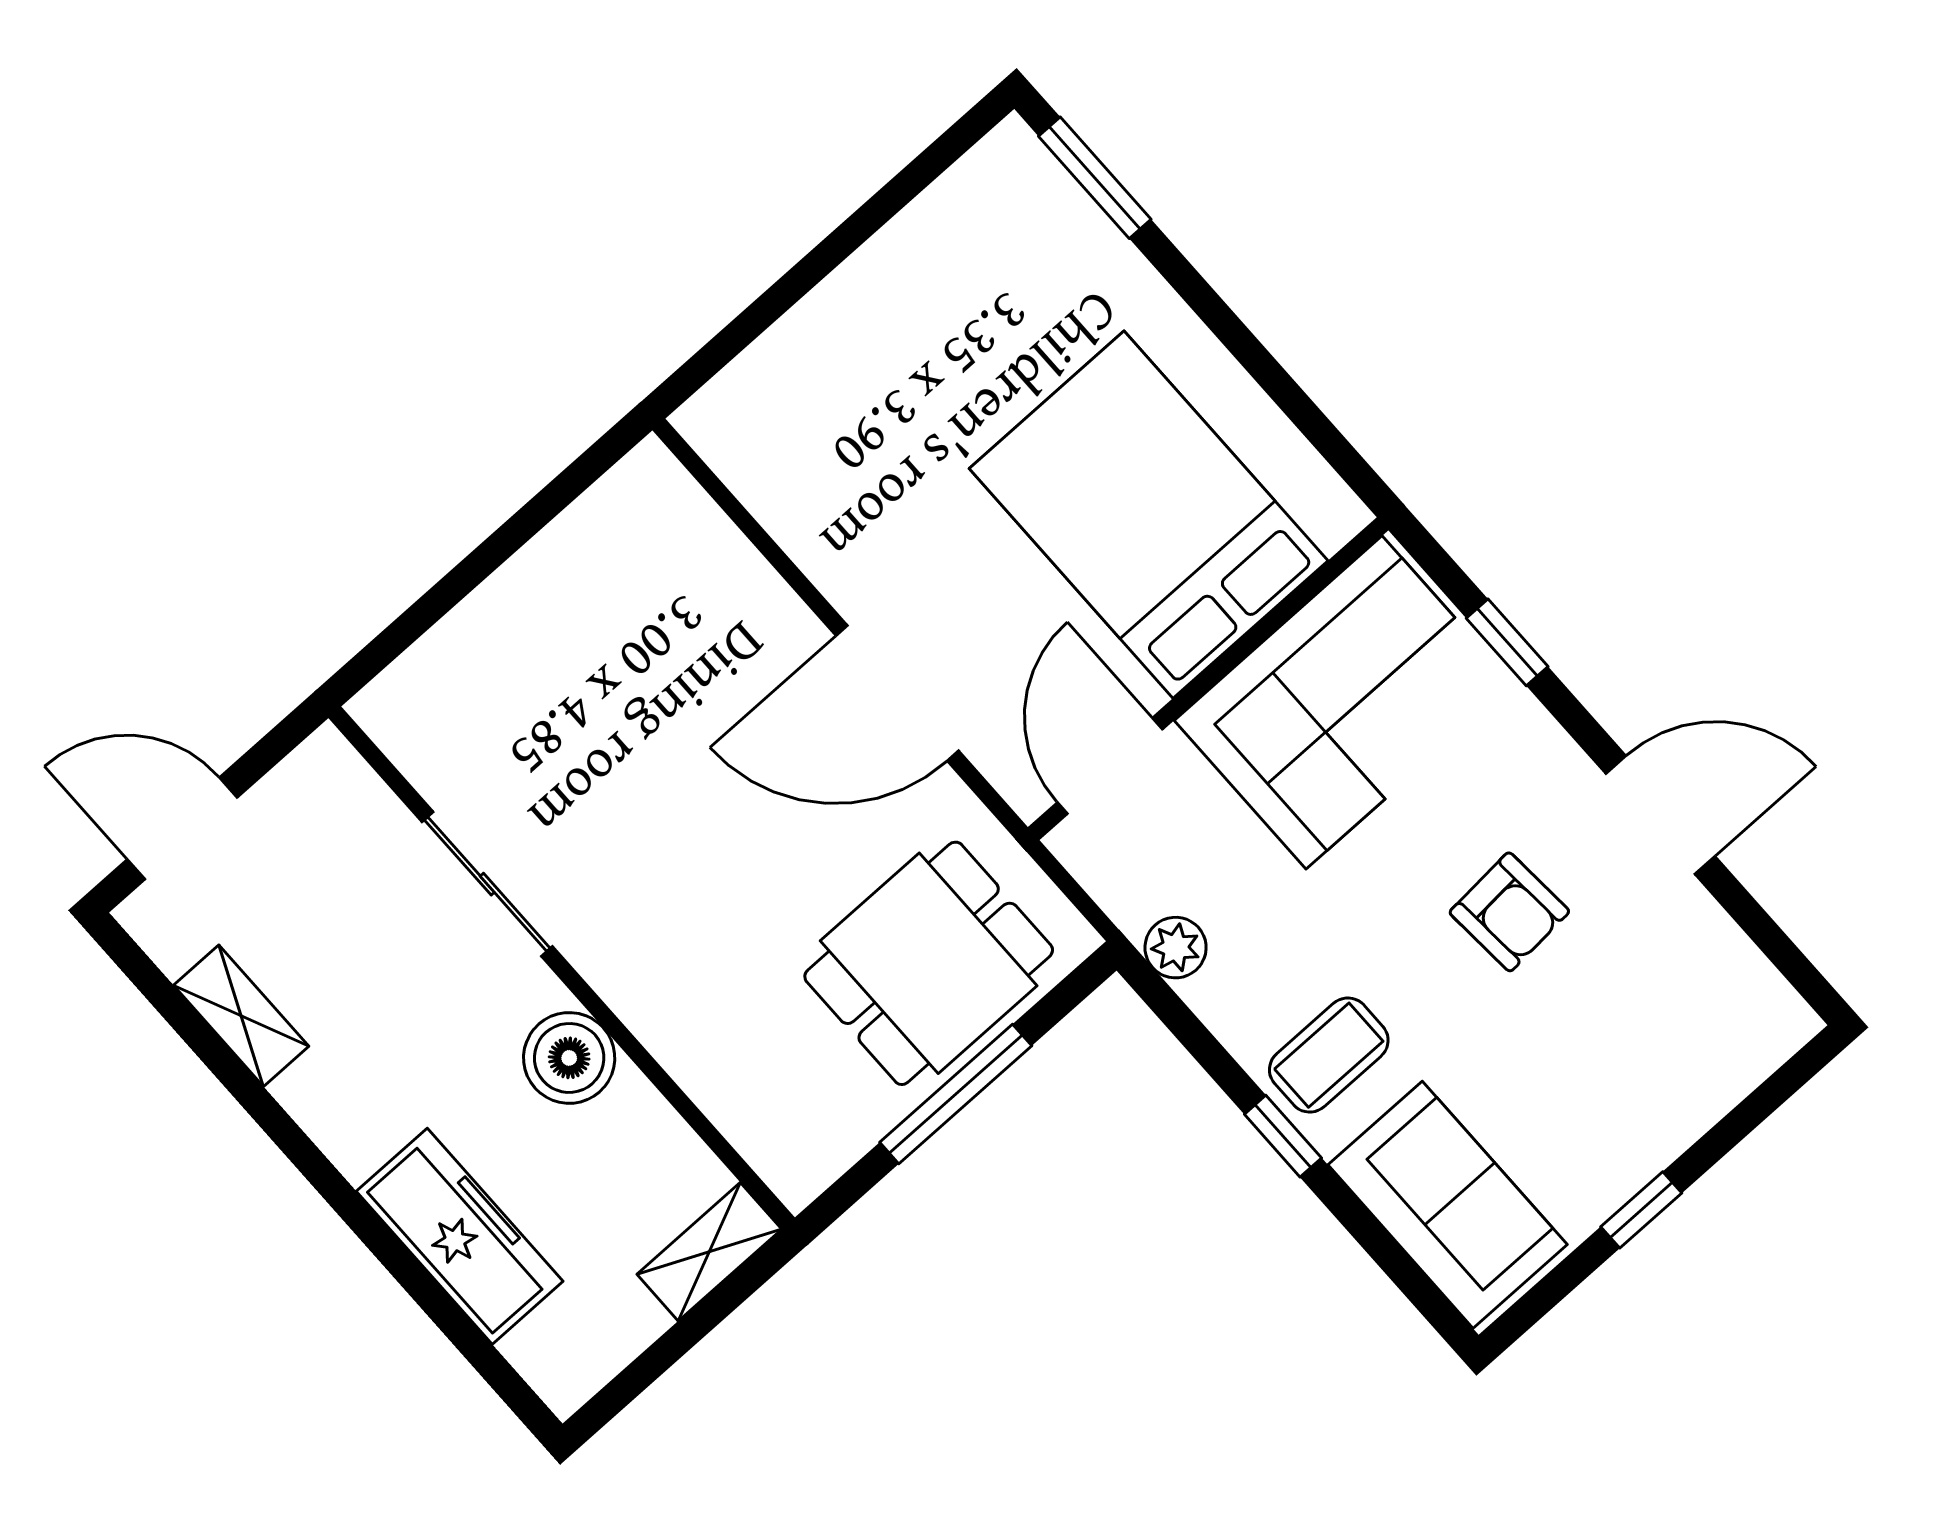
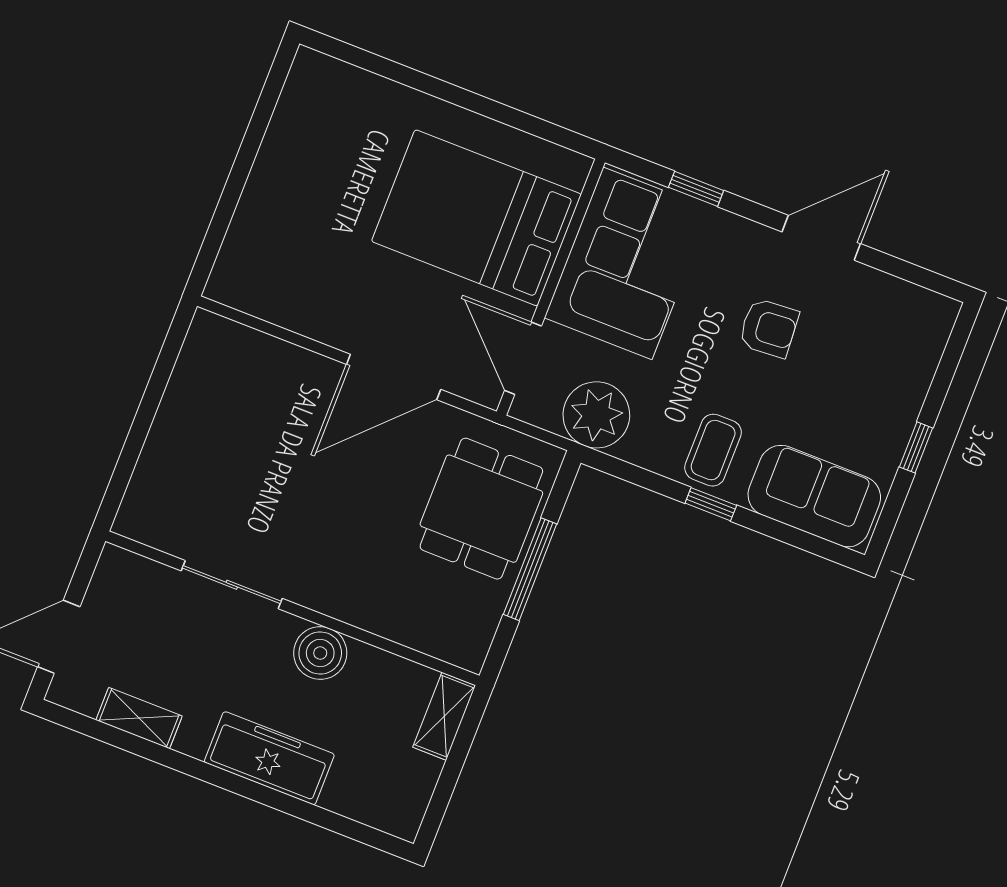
window: (1095, 178) -> (359, 58), removed
plant: (1176, 948) -> (596, 415), width x1.88, depth x1.88
freezer: (460, 1236) -> (269, 758), moved

